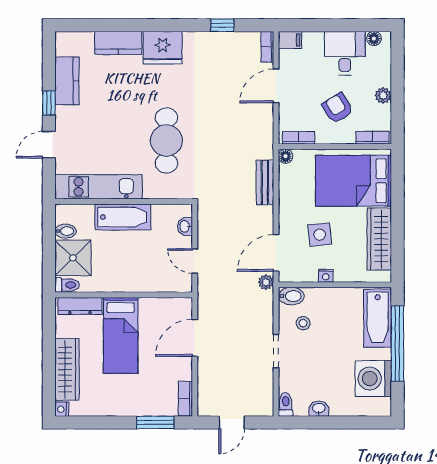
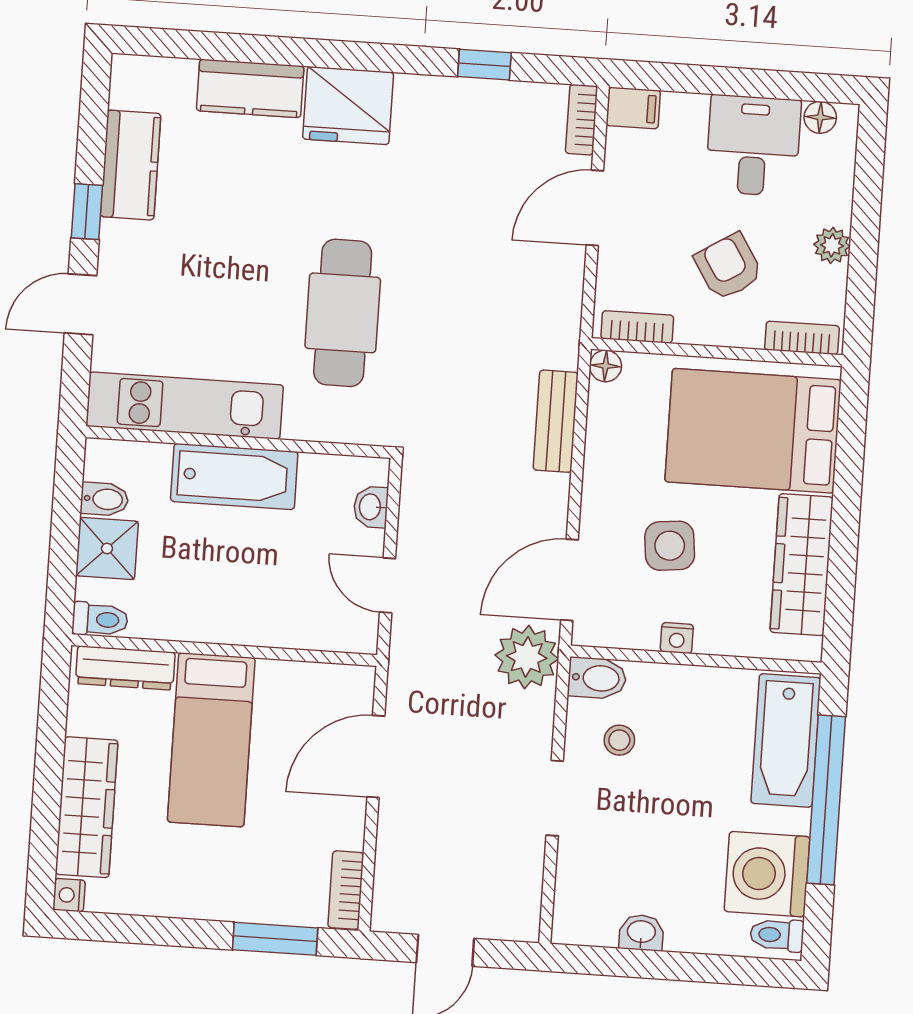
shower: (73, 258) -> (107, 548), width x0.73, depth x0.73
plant: (266, 282) -> (527, 657), width x1.87, depth x1.87
toilet: (286, 405) -> (777, 935), moved, turned -90

